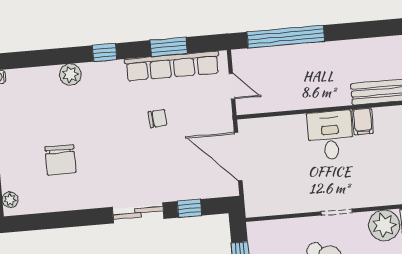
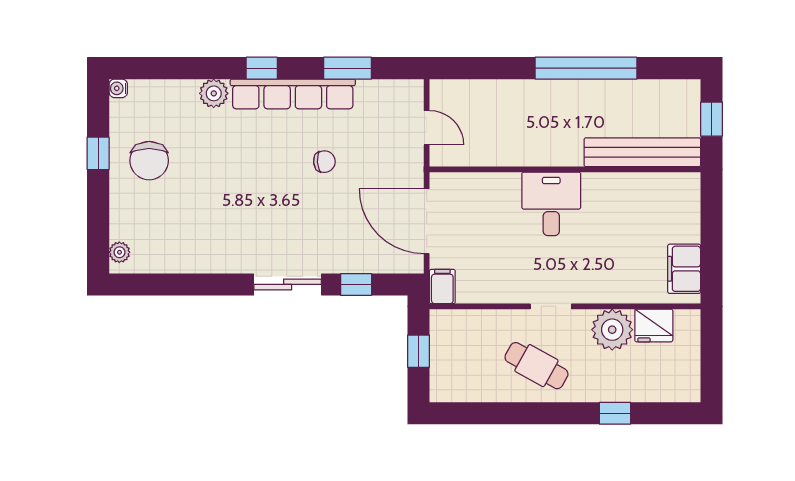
window: (286, 37) -> (586, 68), moved
row of seats: (172, 66) -> (293, 94), moved
filing cabinet: (363, 121) -> (442, 286), moved, turned 180
chair: (60, 160) -> (149, 161), moved

